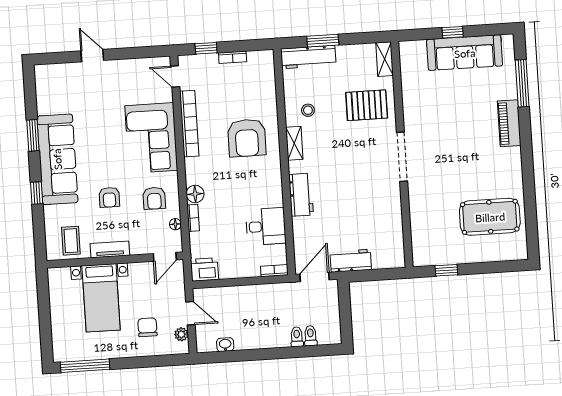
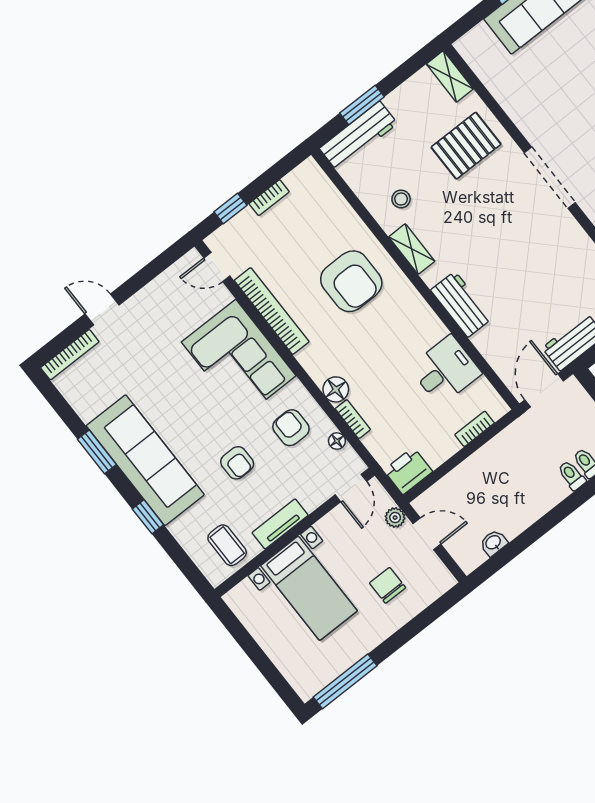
bookcase: (56, 69) -> (70, 355), added
armchair: (154, 198) -> (291, 428), turned 180
bookcase: (274, 271) -> (475, 429), moved
plant: (181, 334) -> (395, 518), moved

